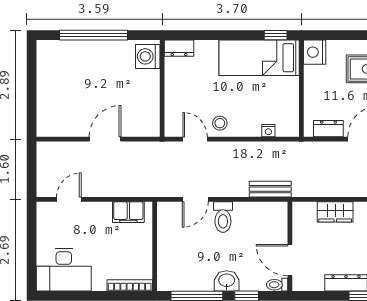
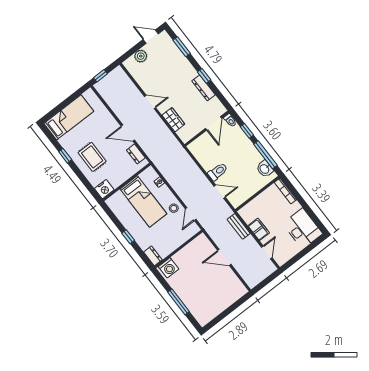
window: (94, 35) -> (179, 302), width x0.68
window: (276, 35) -> (128, 237), moved
bed: (259, 58) -> (143, 201), moved
bench: (270, 189) -> (239, 226), moved
door: (69, 199) -> (267, 252), swing flipped
filing cabinet: (128, 212) -> (259, 229), moved
washbasin: (227, 281) -> (265, 169), moved

